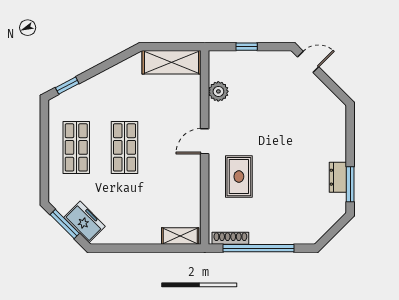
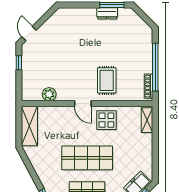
window: (247, 47) -> (19, 63), moved
shop shelf: (125, 147) -> (87, 158), width x1.43, depth x1.36
display table: (180, 176) -> (106, 120), added
rug: (239, 177) -> (107, 80), turned 90

